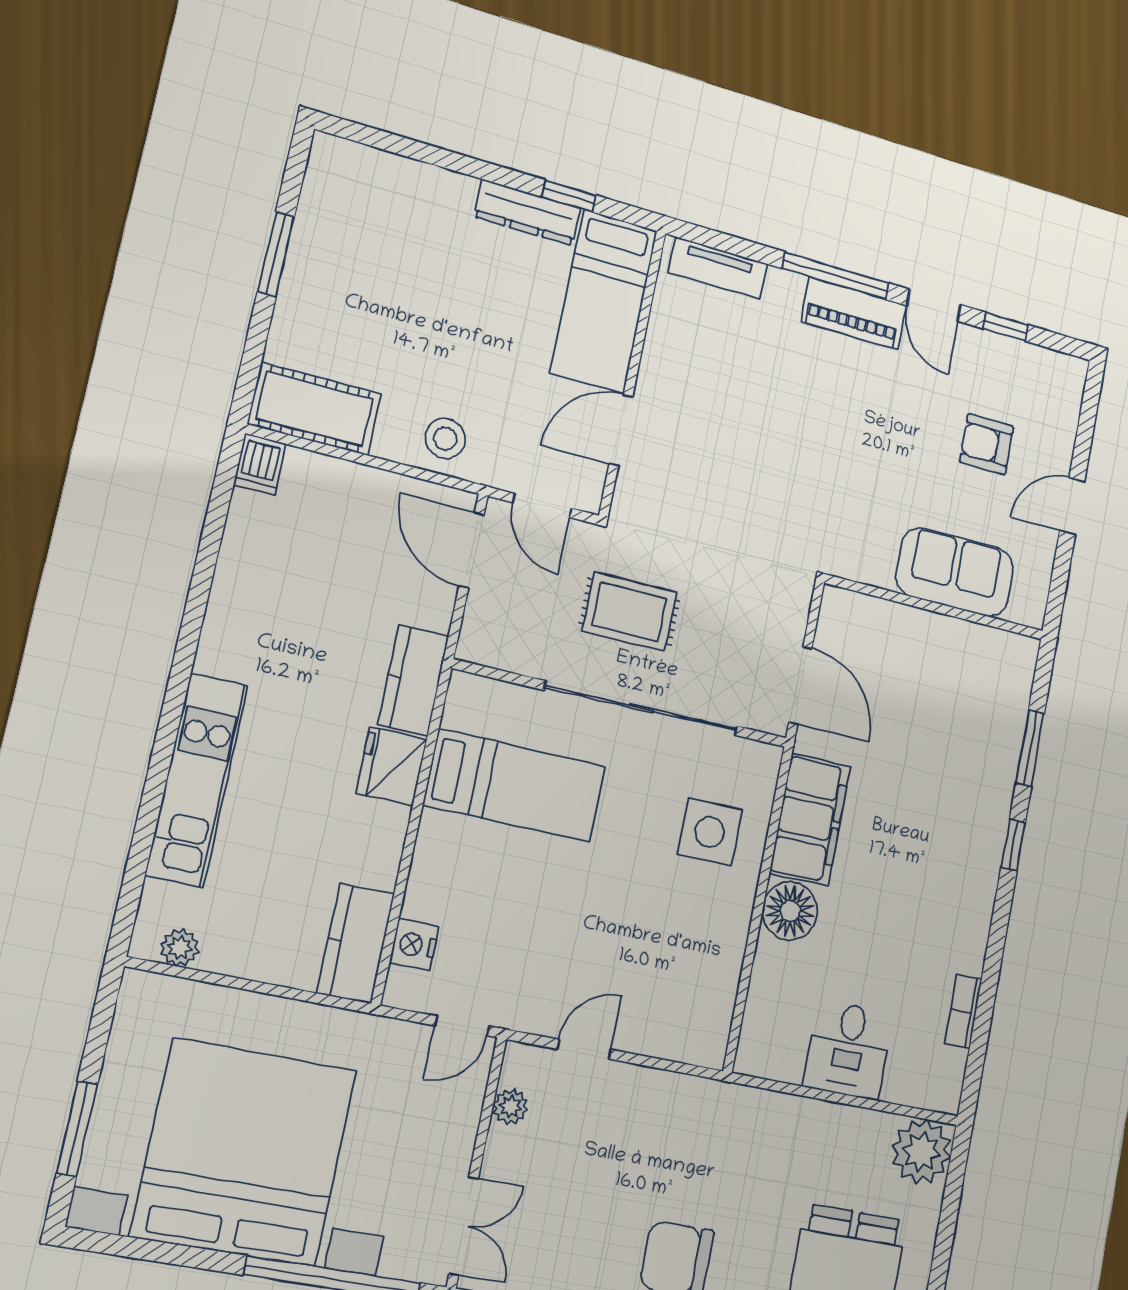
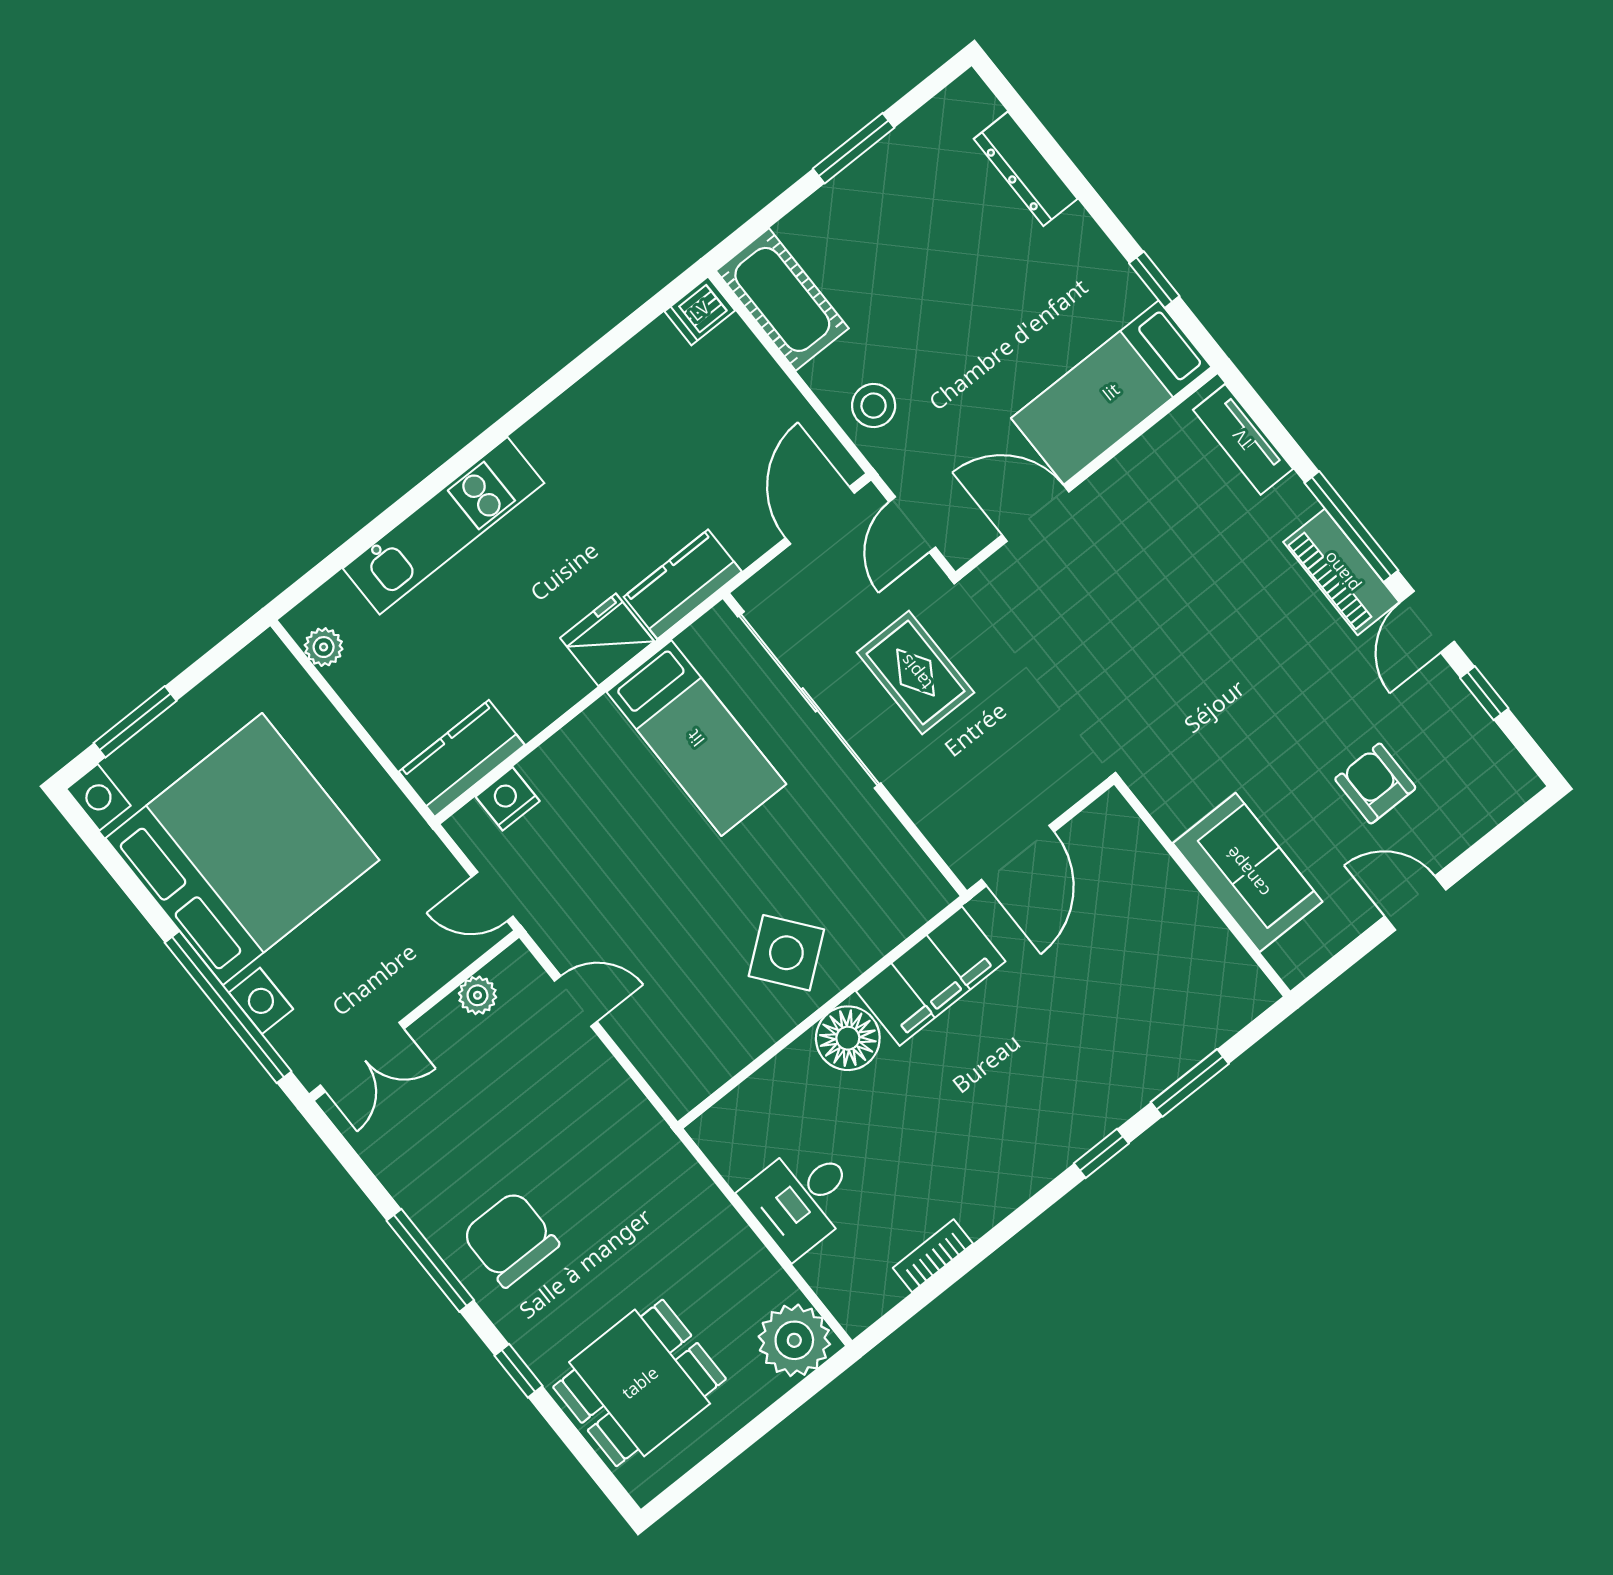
dresser: (527, 212) -> (1026, 169), moved
sliding door: (642, 708) -> (809, 700), moved
side table: (710, 832) -> (786, 953), moved, turned -38

